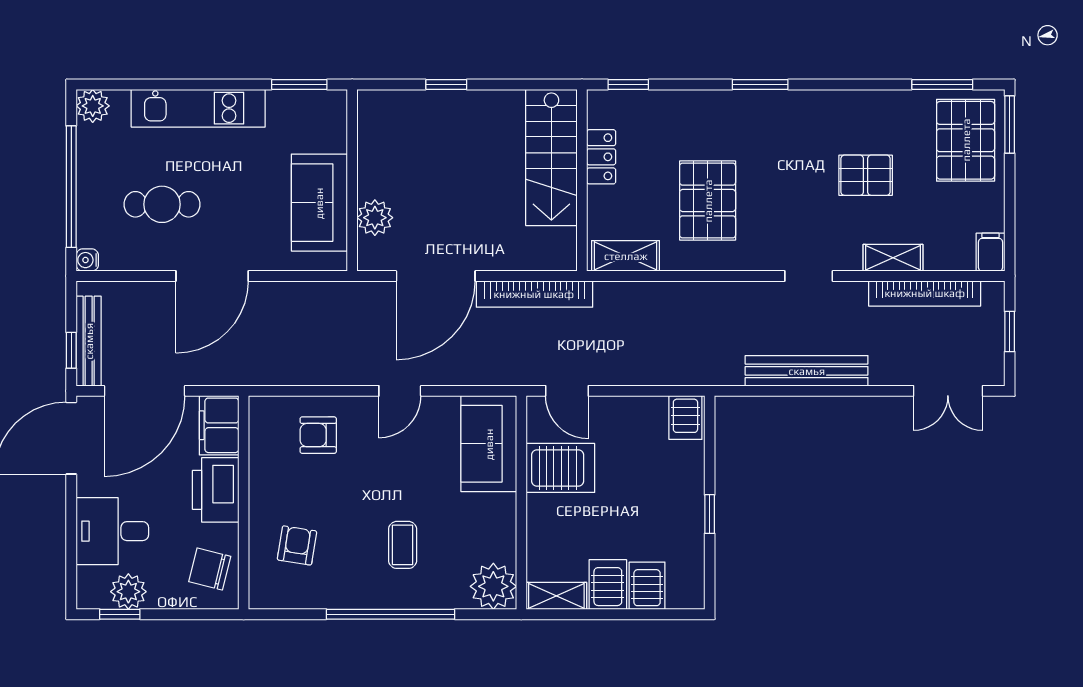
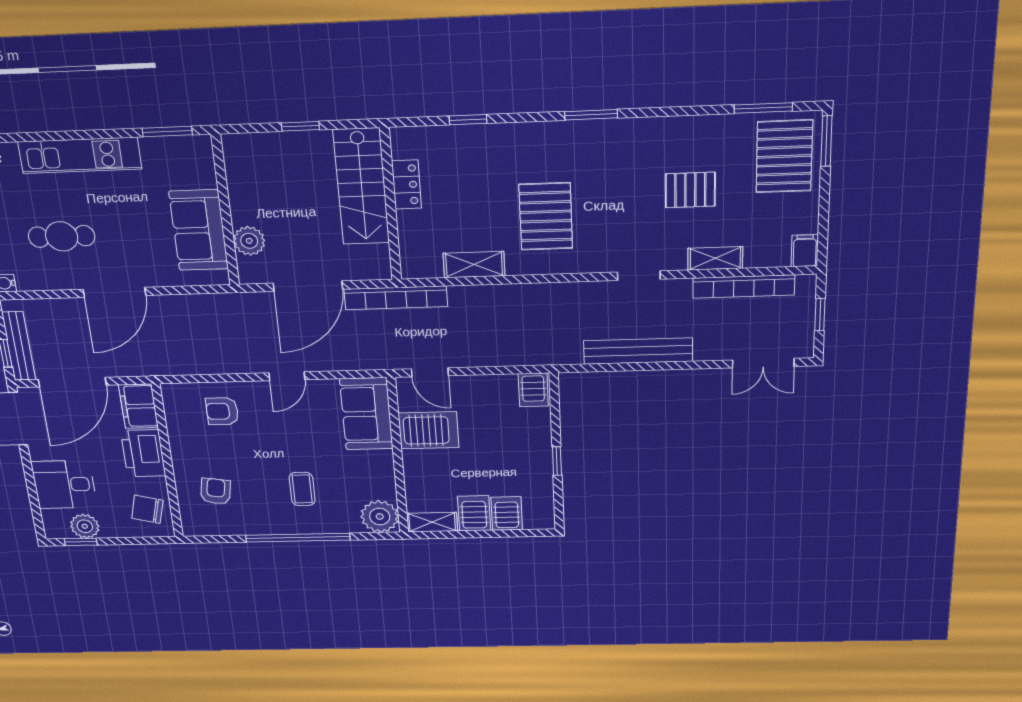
stairs: (551, 157) -> (361, 187), moved
locker: (601, 157) -> (406, 185), moved
wall: (582, 180) -> (391, 205), moved

